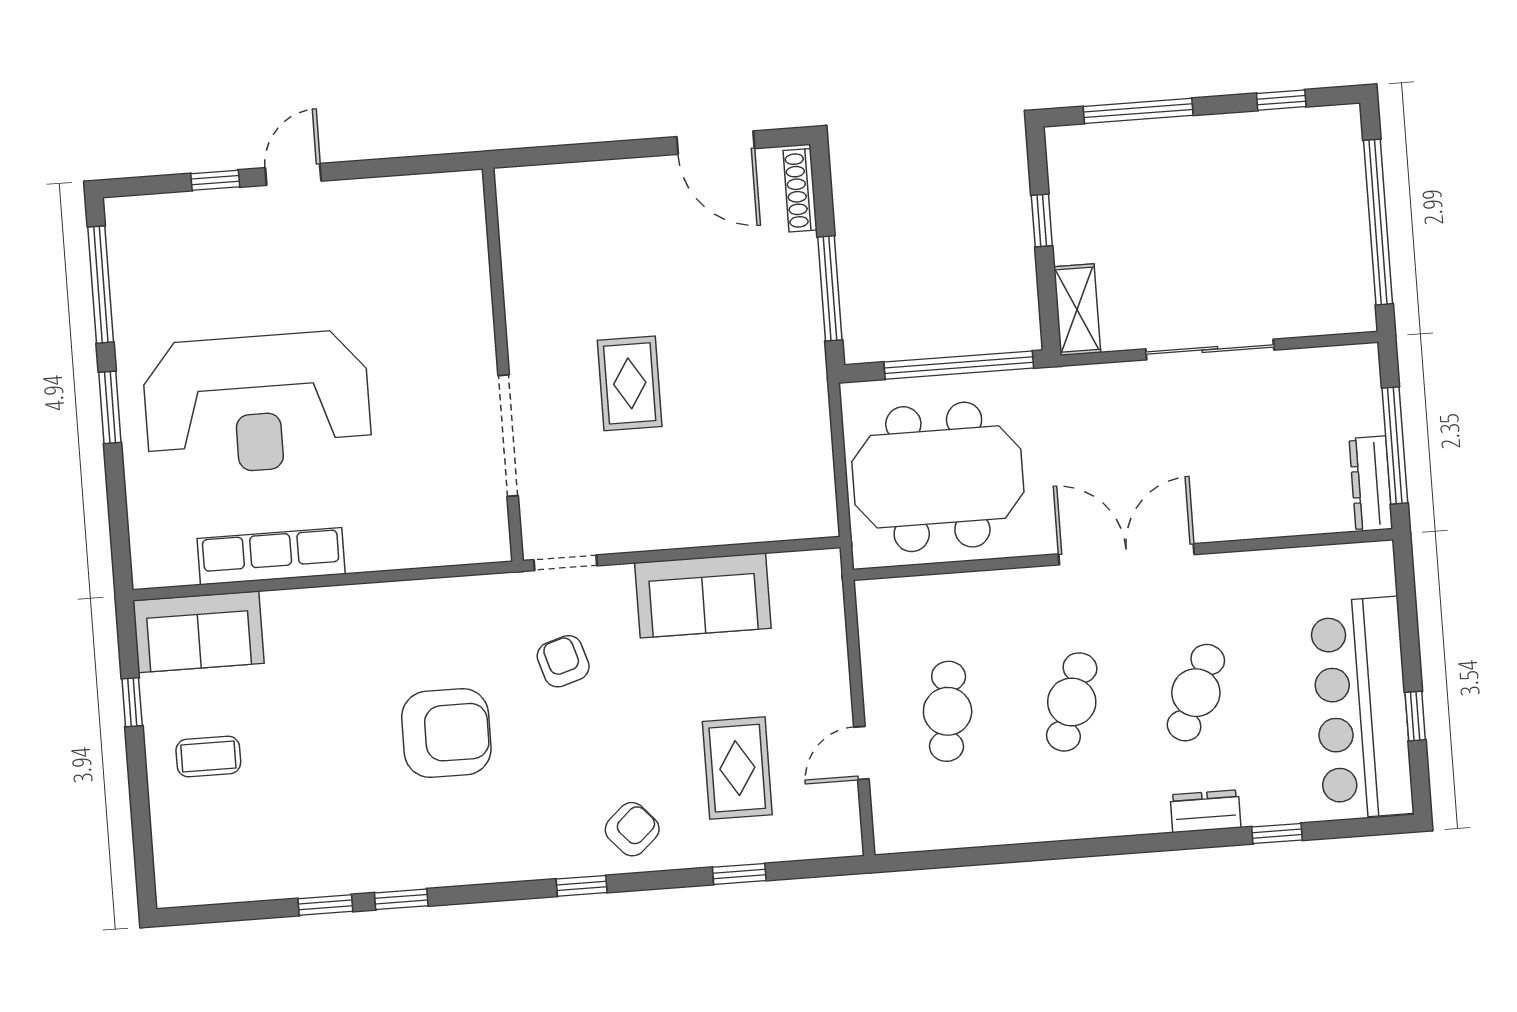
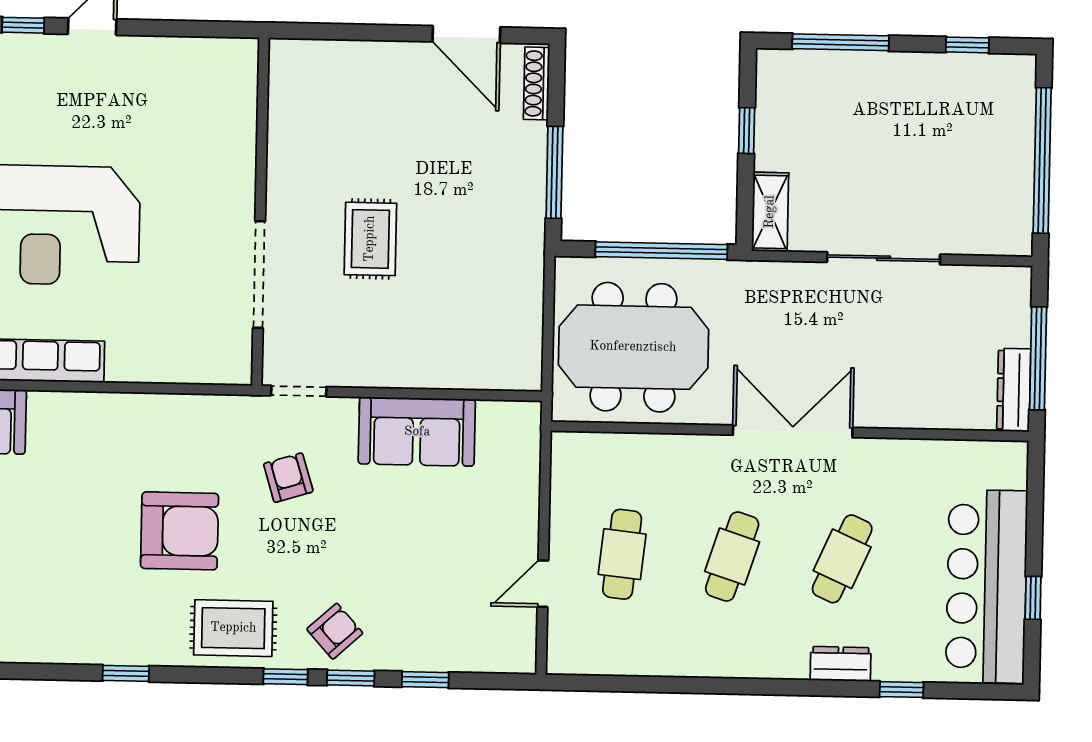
rug: (737, 768) -> (233, 628), moved, turned 90
window: (325, 905) -> (351, 678), moved

